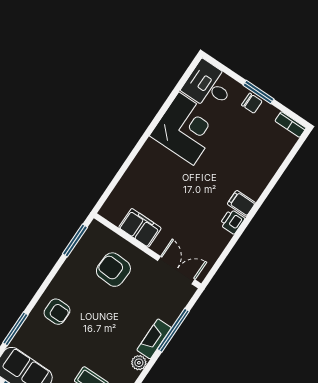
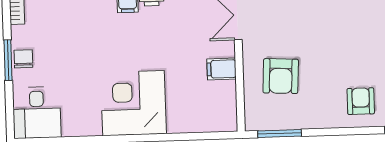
corner desk: (186, 129) -> (133, 103), moved
filing cabinet: (140, 228) -> (221, 69), width x0.50

